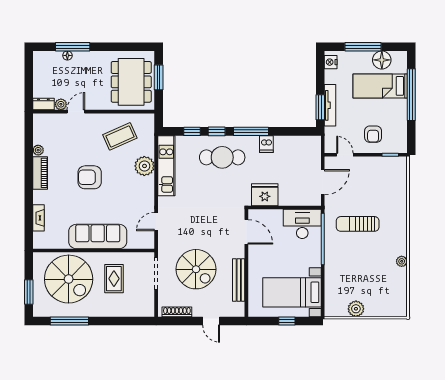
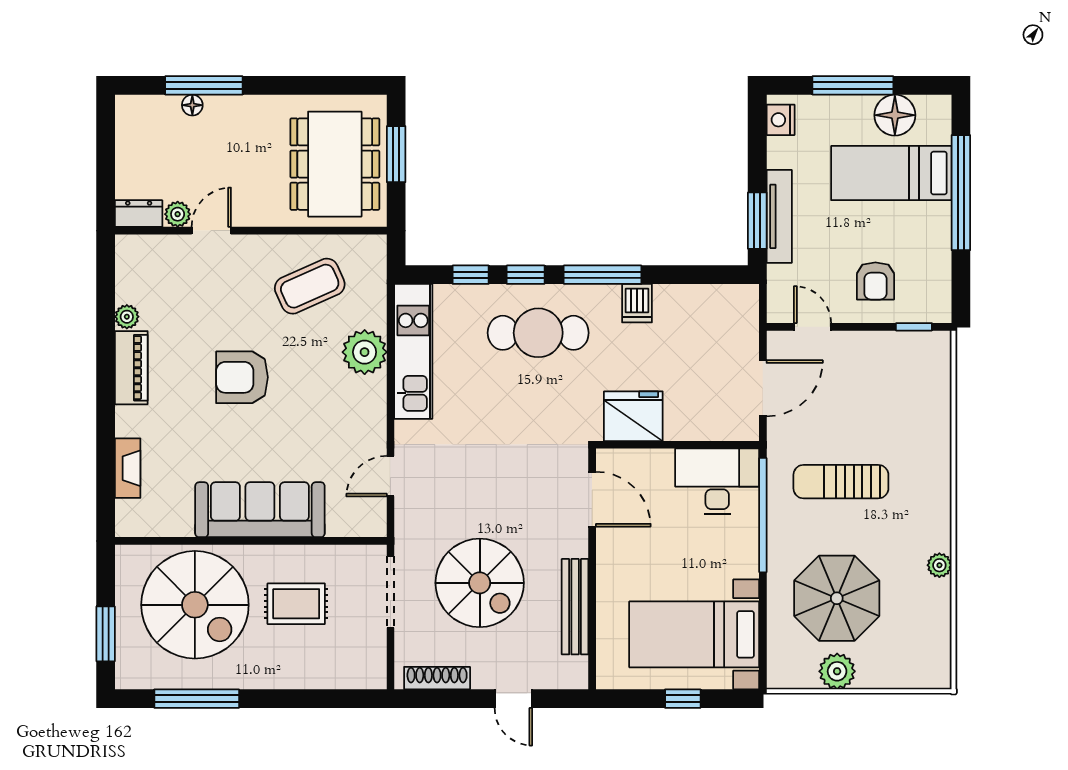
parasol: (356, 276) -> (837, 598), added
rug: (114, 279) -> (296, 604), turned 90

